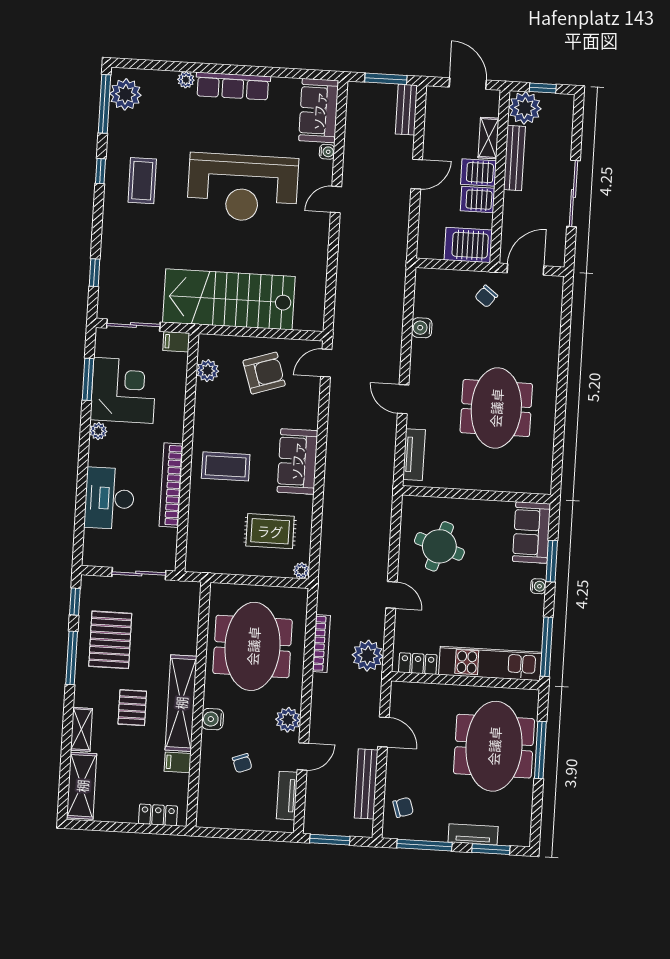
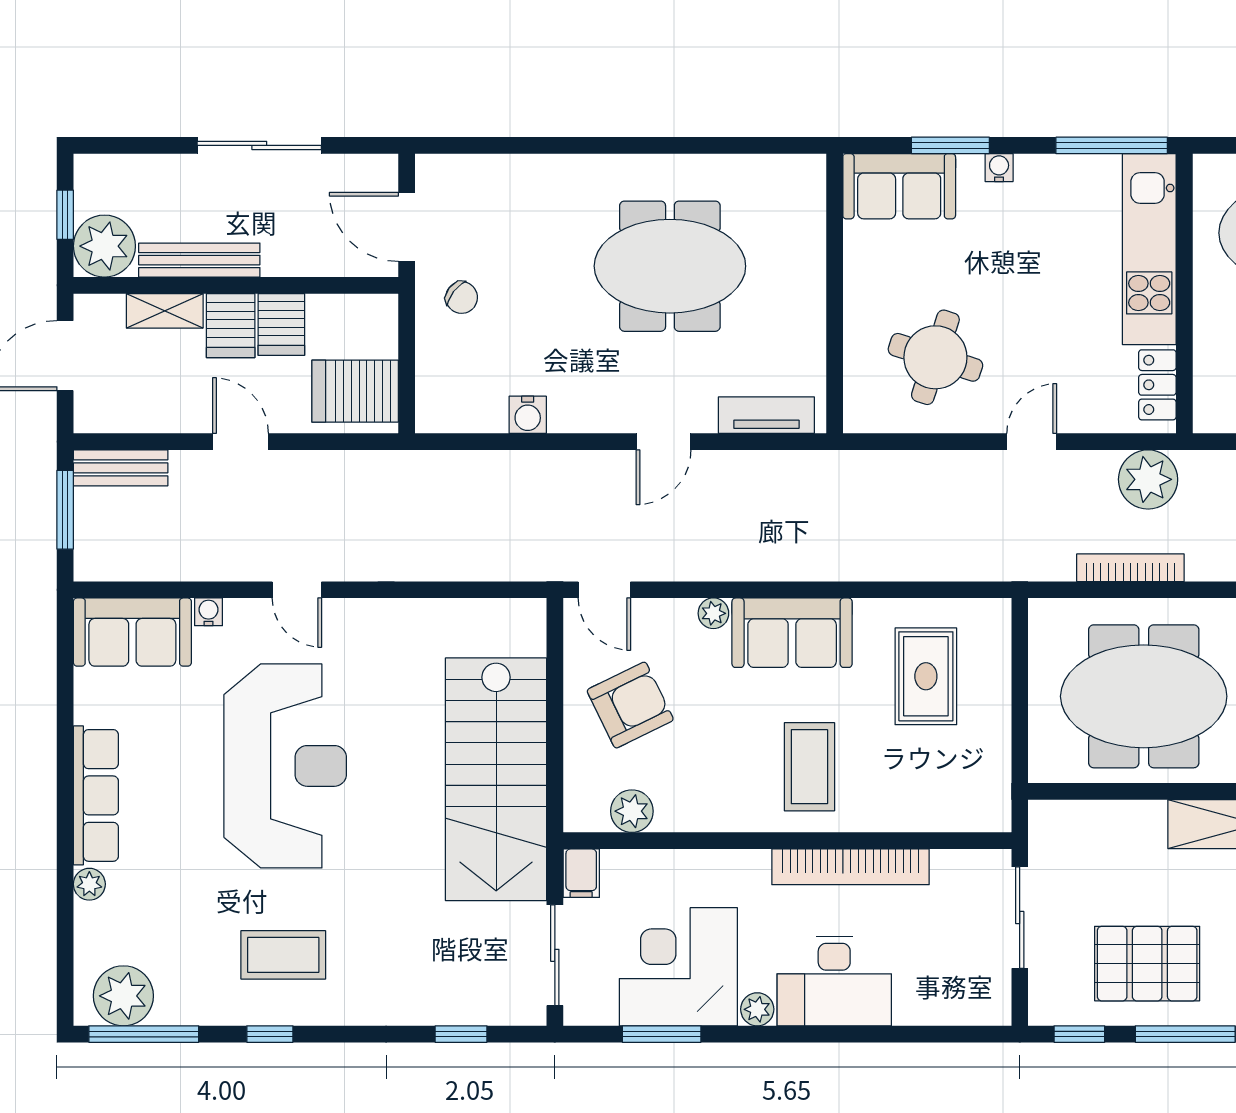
server rack: (468, 245) -> (355, 391), moved, turned 90
armchair: (264, 373) -> (630, 705), turned 82
desk: (109, 498) -> (834, 981), moved
plant: (301, 571) -> (713, 613), moved

